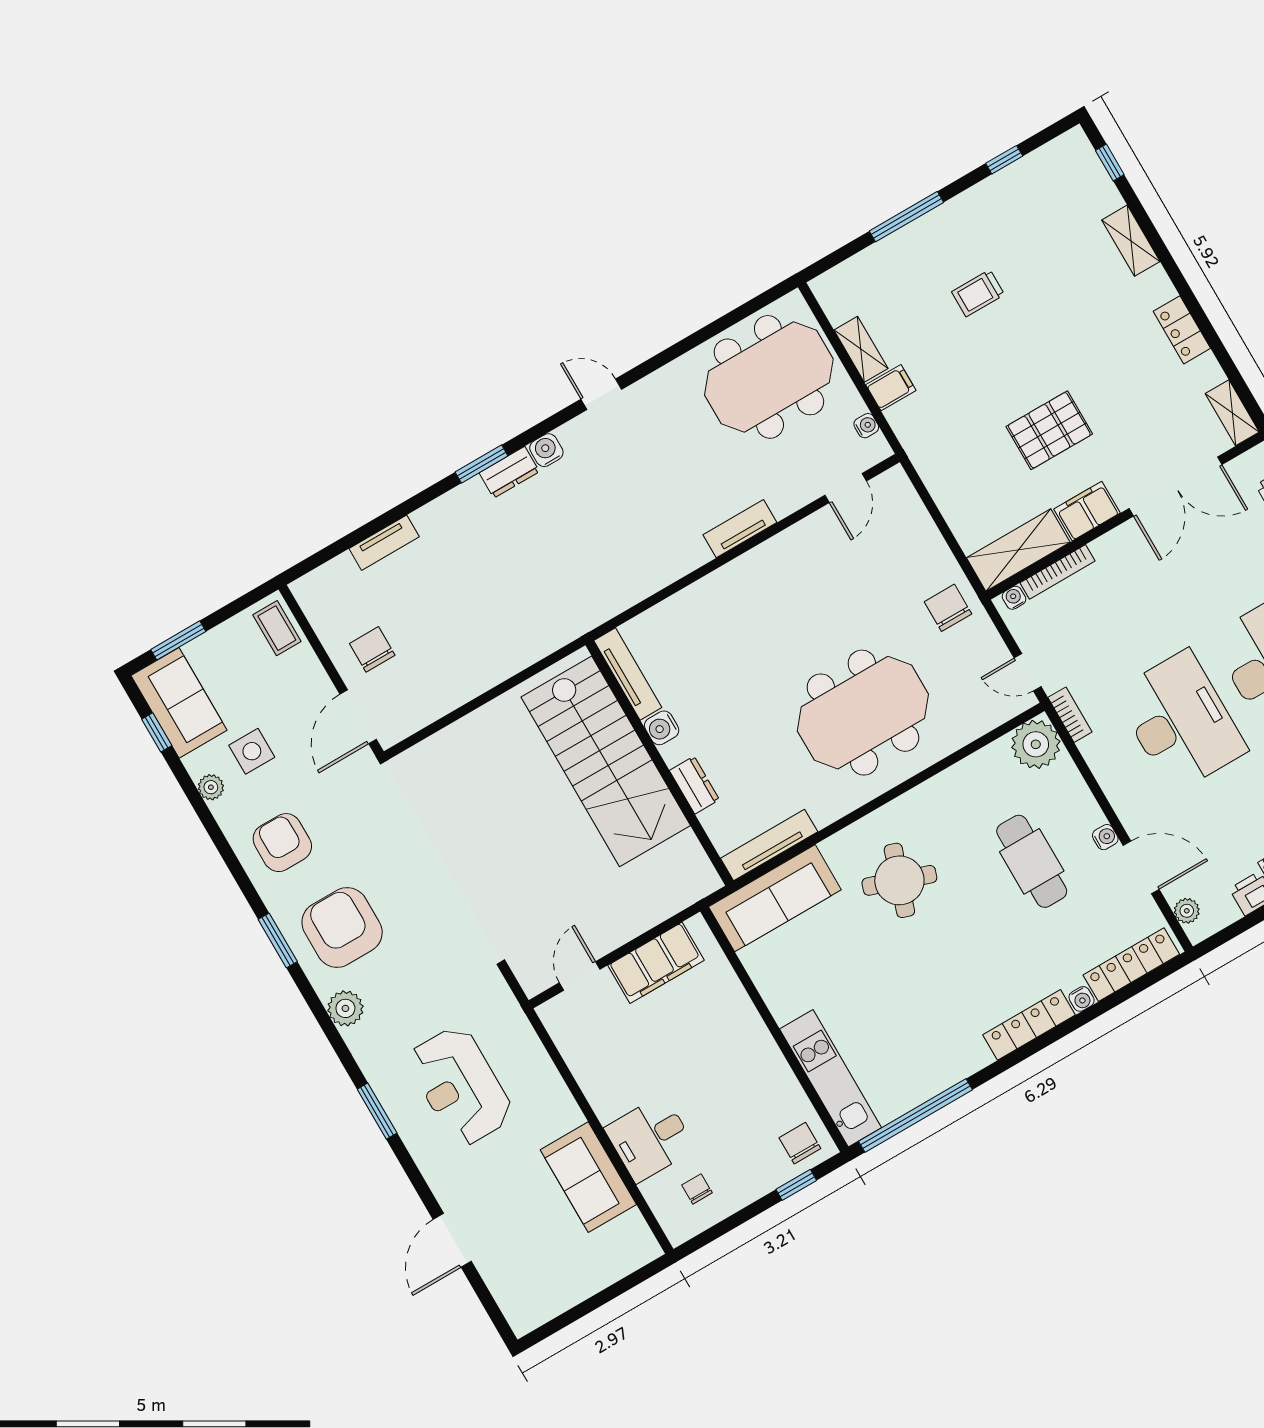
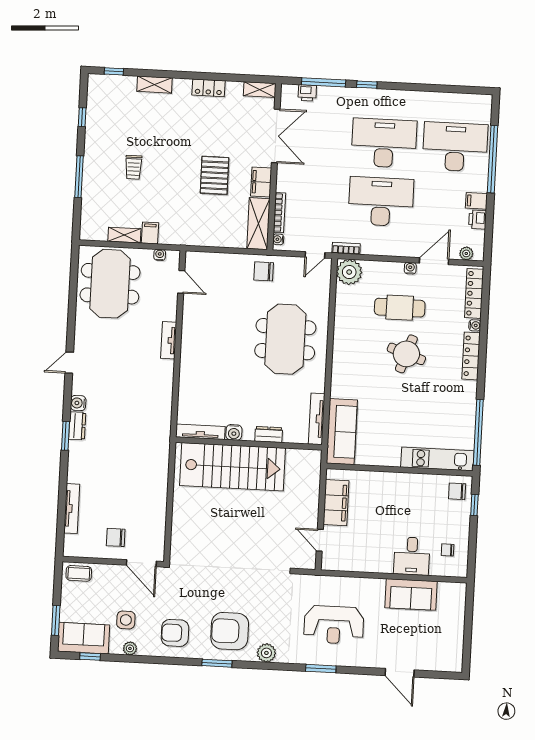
tv unit: (384, 543) -> (72, 509), width x1.41
round table: (899, 880) -> (406, 354), moved

